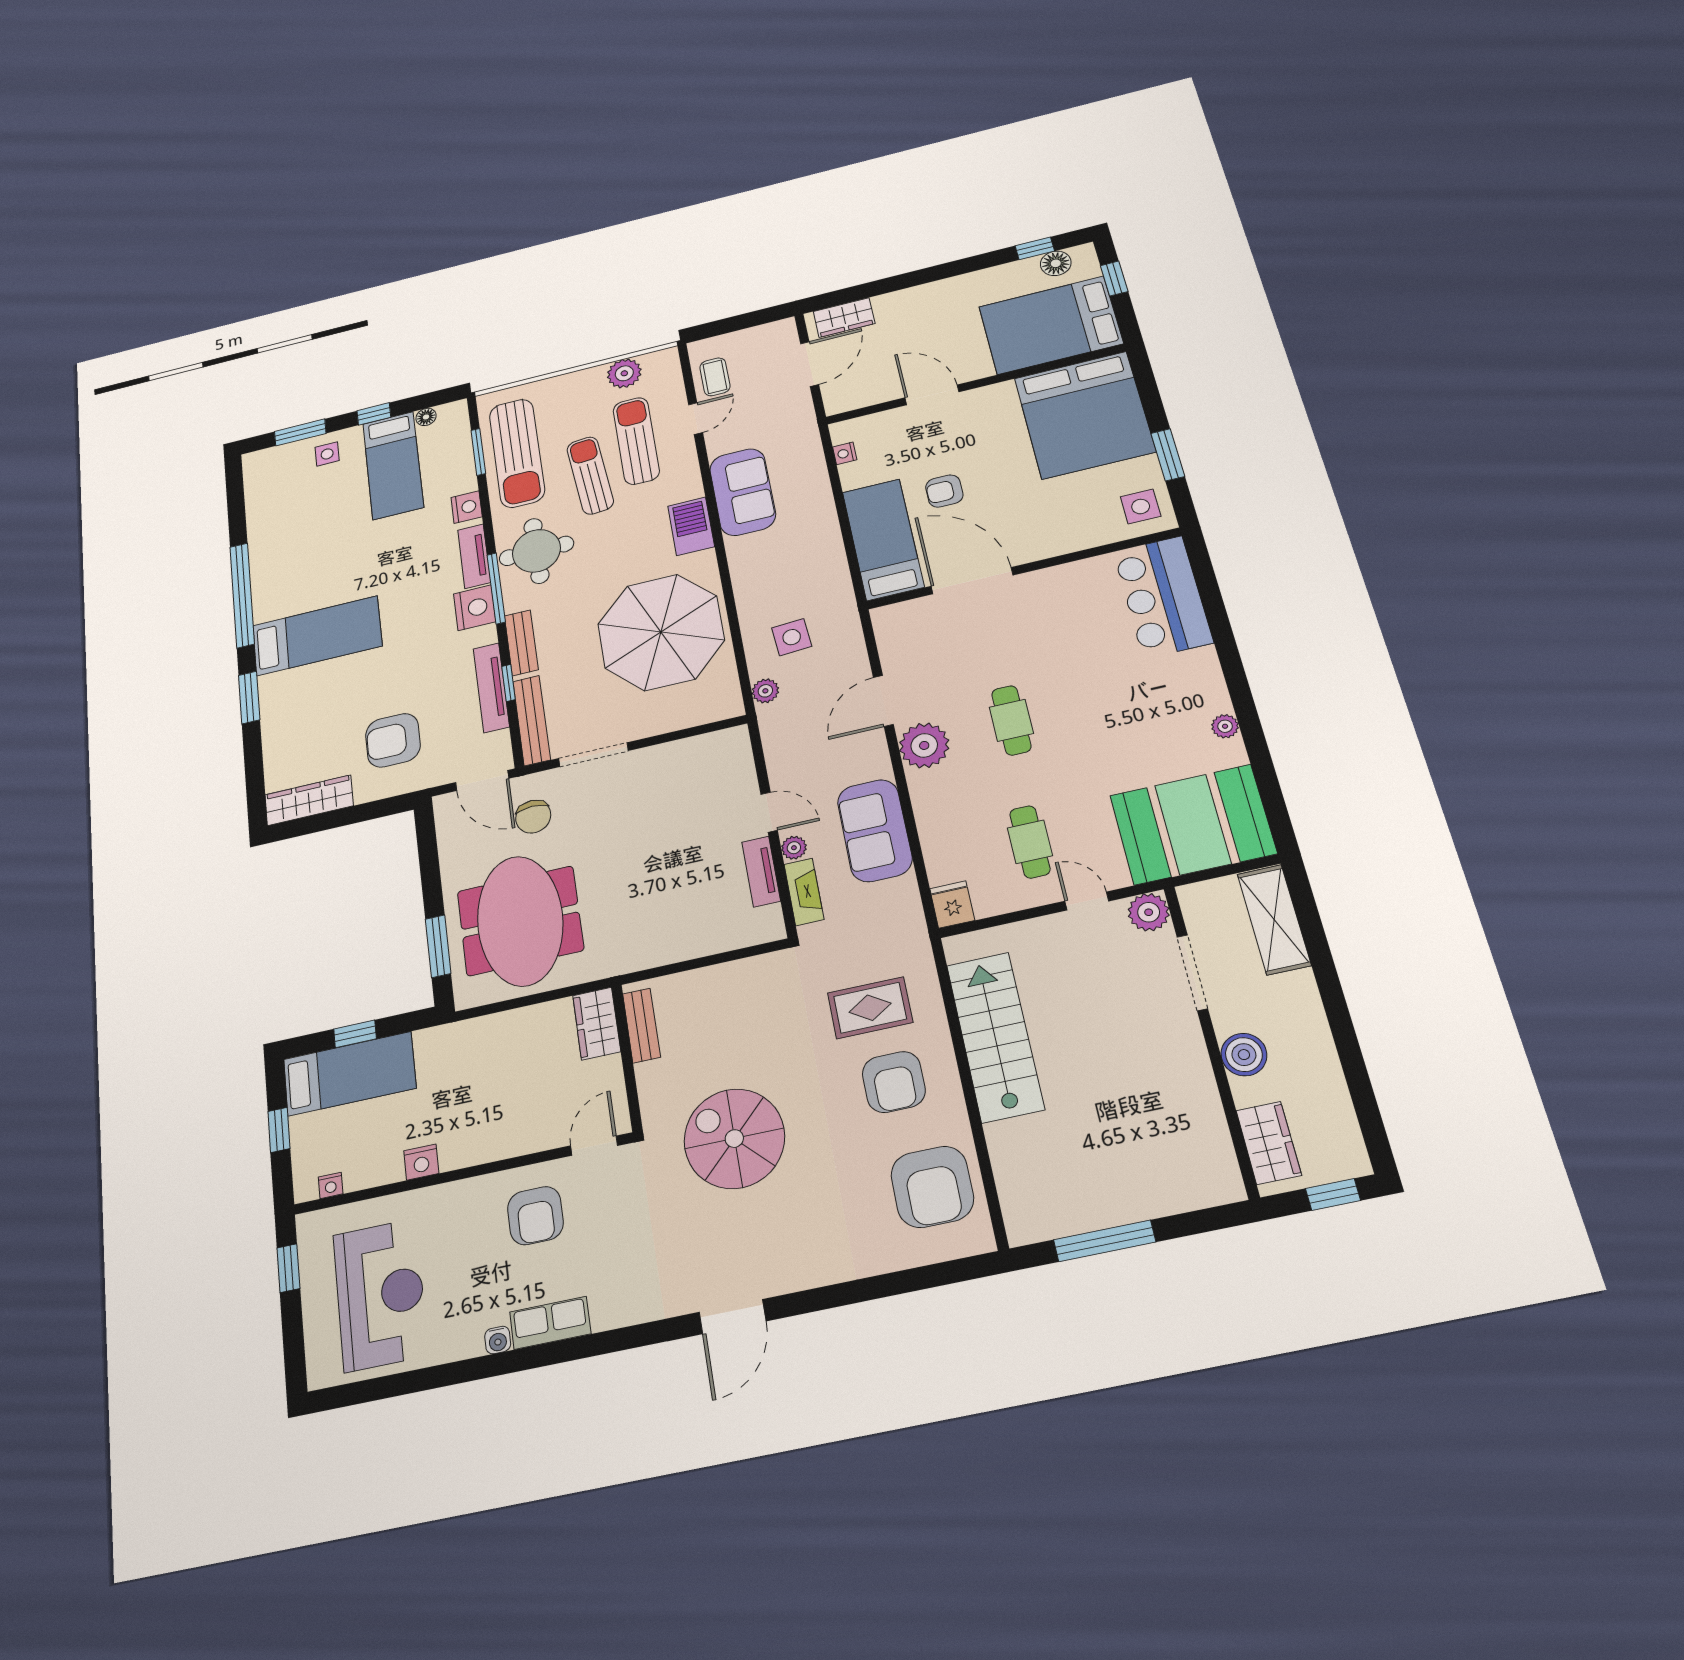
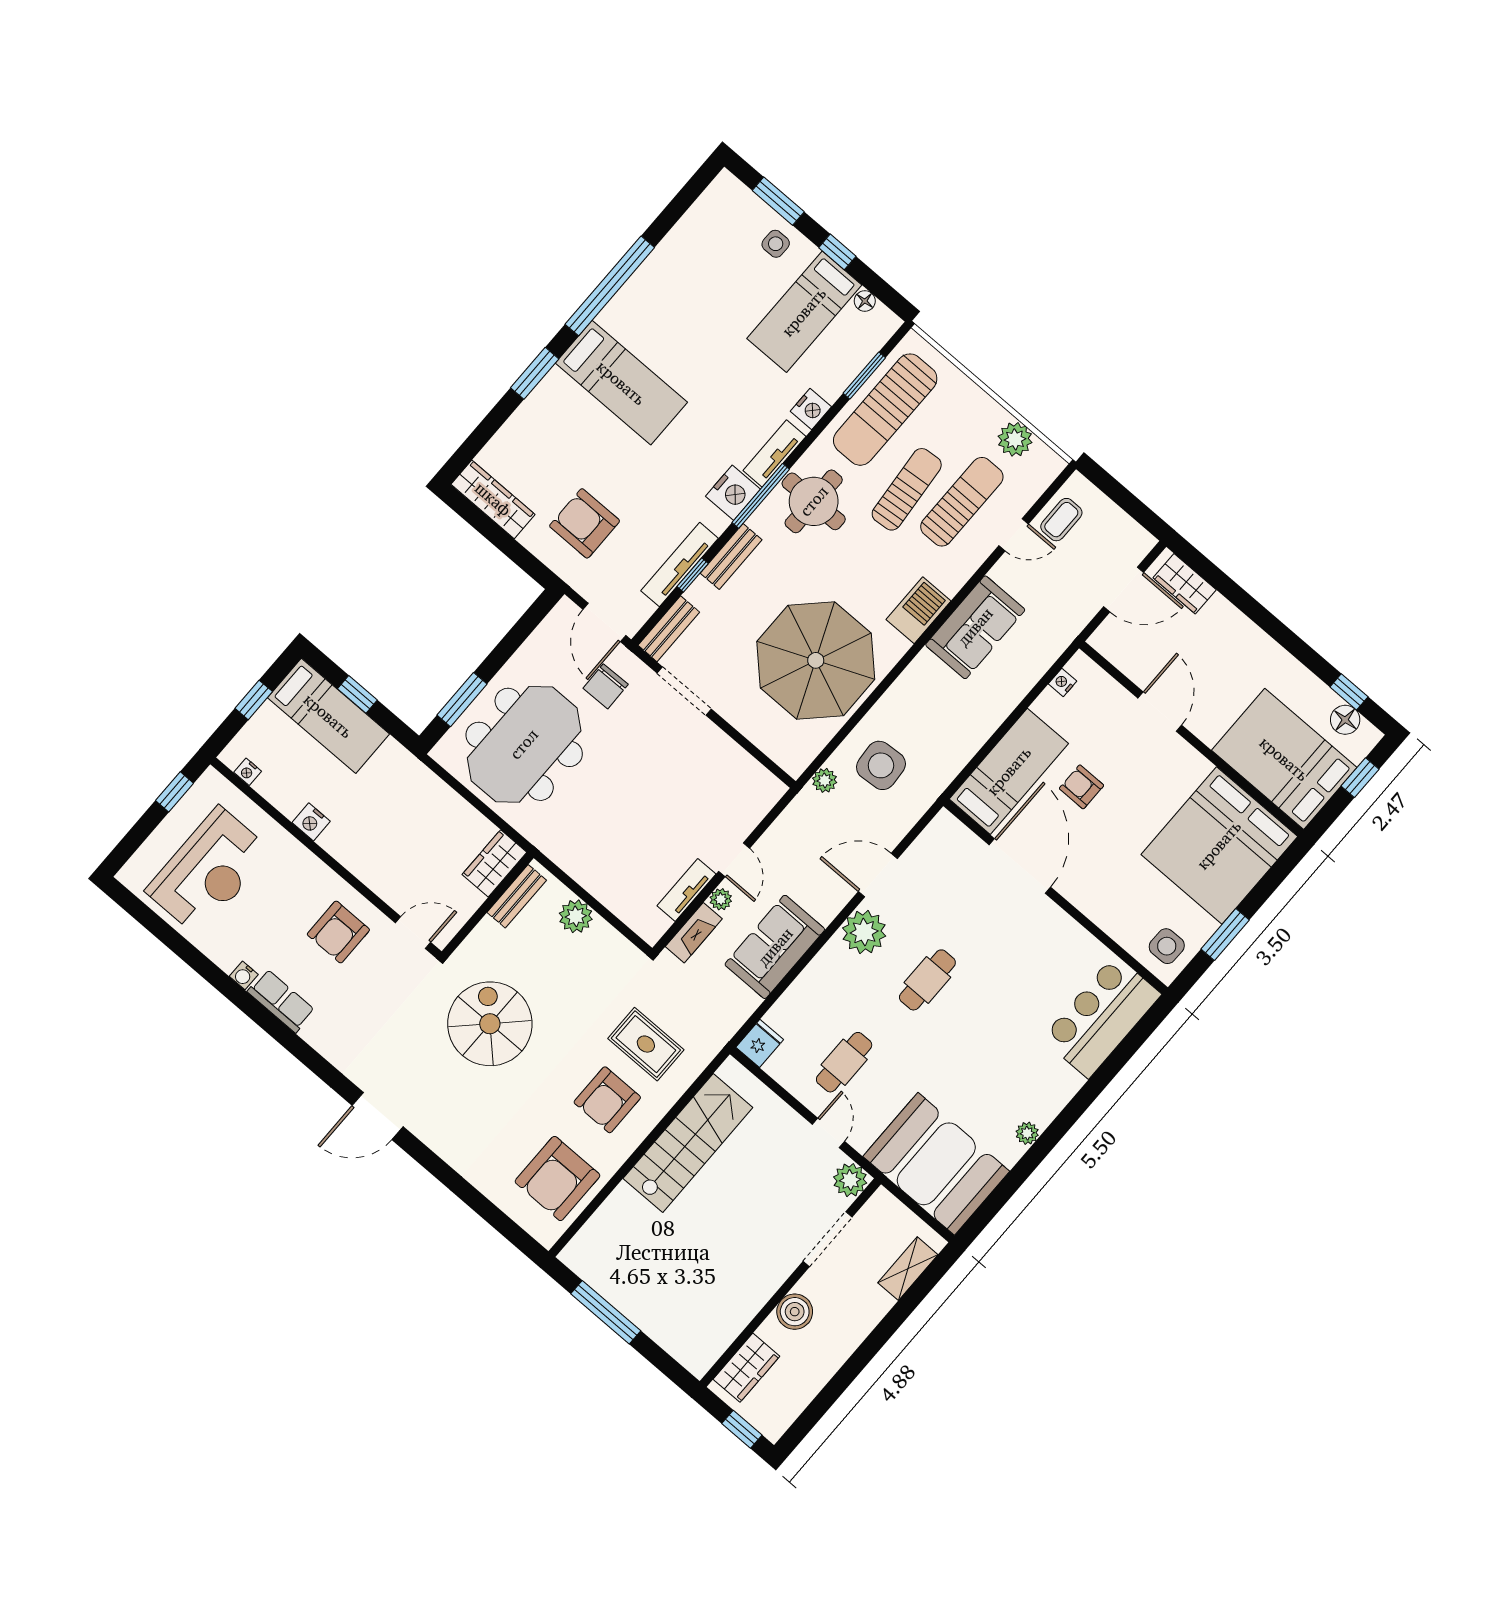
side table: (792, 637) -> (881, 765), width x1.37, depth x1.37
bench: (532, 720) -> (669, 629), width x0.73
shelving: (1274, 919) -> (908, 1269), width x0.67, depth x0.75
plant: (703, 986) -> (576, 916), added

